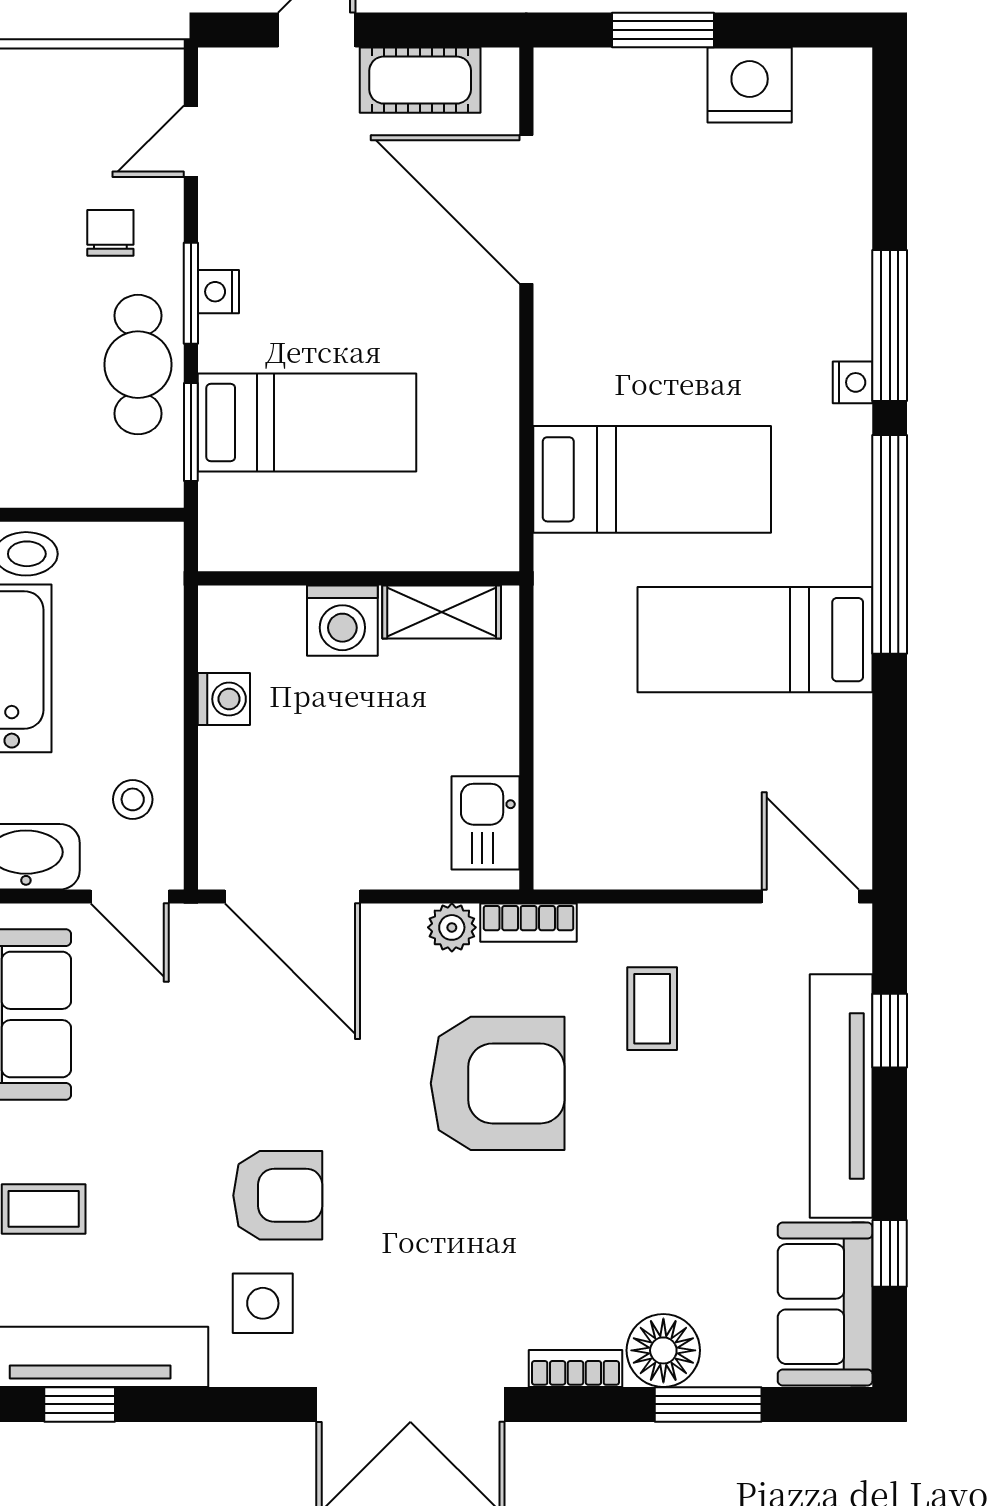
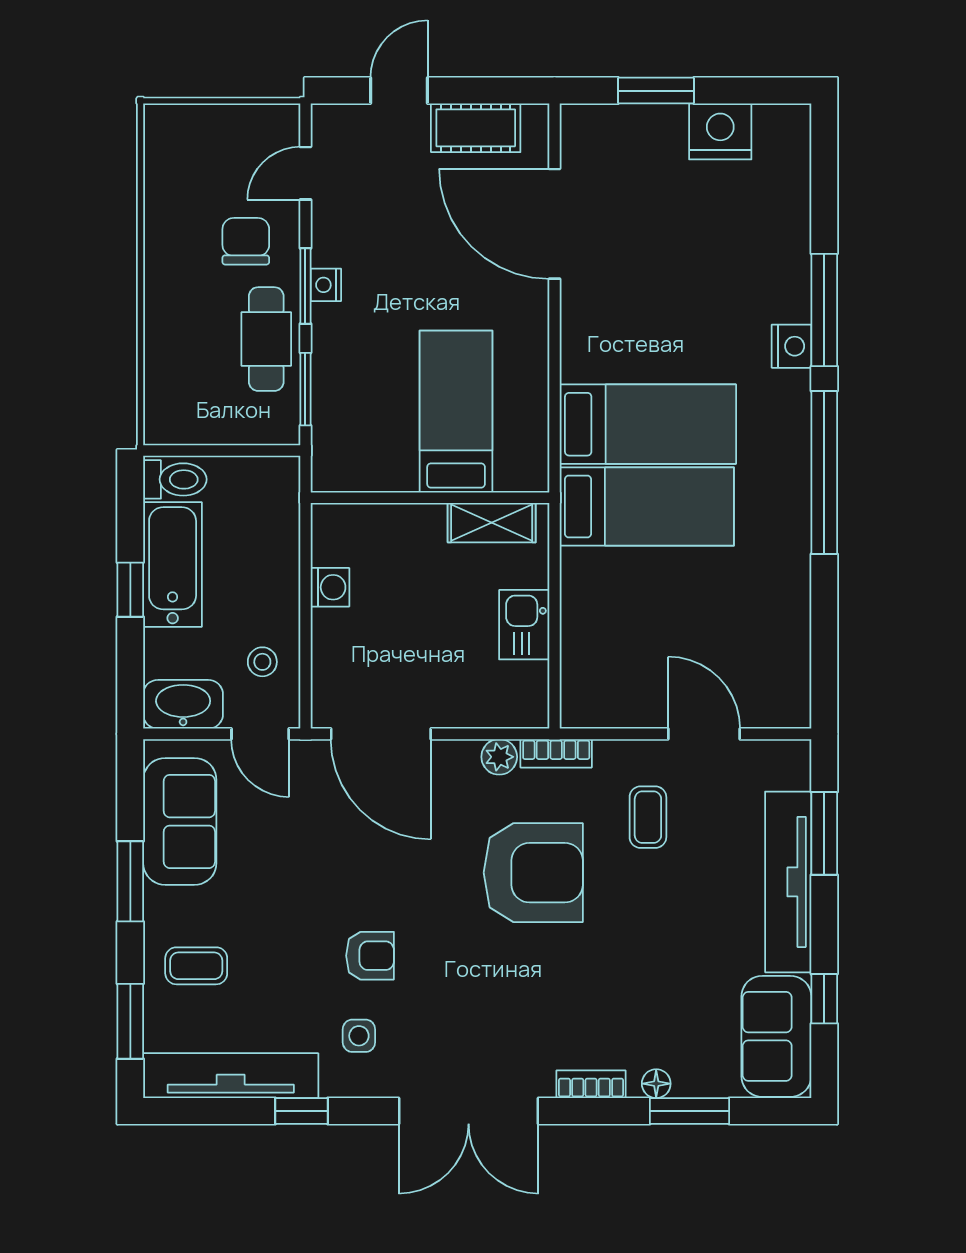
chair: (110, 233) -> (246, 241), width x1.37, depth x1.37
nightstand: (853, 382) -> (791, 346), width x1.39, depth x1.35
bed: (307, 422) -> (456, 412), moved, turned -90
washing machine: (342, 621) -> (418, 529), removed
bed: (755, 640) -> (647, 507), moved, turned 180
kitchen sink: (485, 823) -> (524, 625), moved
door: (810, 897) -> (704, 734), moved
window: (890, 1031) -> (824, 833), width x1.50
armchair: (278, 1195) -> (370, 956), width x0.72, depth x0.72
side table: (263, 1303) -> (359, 1036), width x0.73, depth x0.73
floor lamp: (663, 1350) -> (656, 1084), width x0.53, depth x0.53
window: (80, 1404) -> (301, 1111), moved

